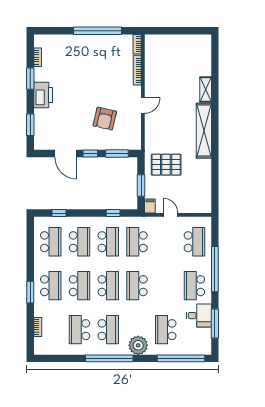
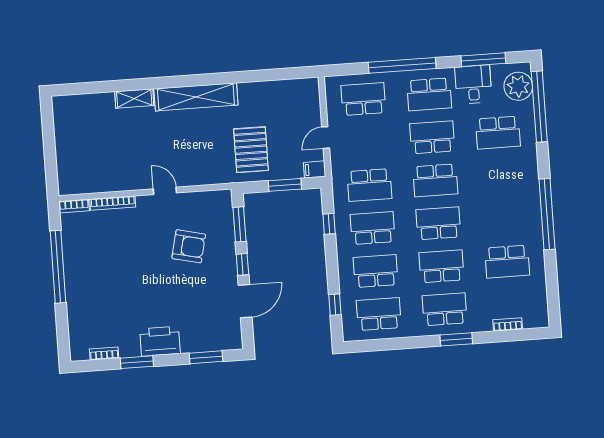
school desk: (108, 330) -> (432, 137), moved
plant: (138, 345) -> (518, 86), moved

